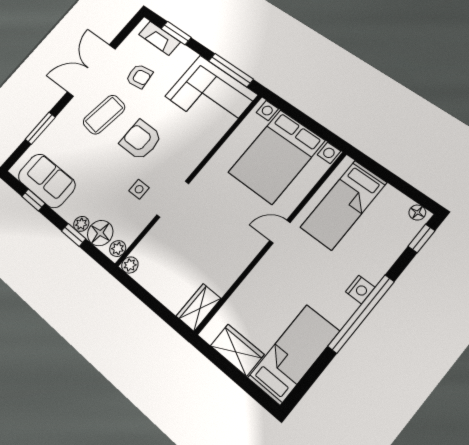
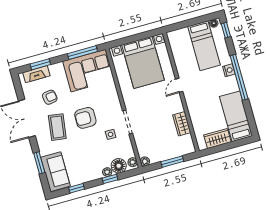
sofa: (47, 181) -> (56, 172), moved, turned 90
bed: (343, 205) -> (204, 46), moved
window: (155, 306) -> (172, 162), added
wardrobe: (199, 307) -> (182, 124), moved

